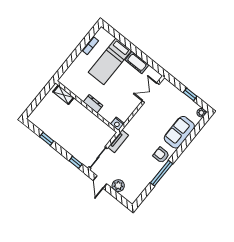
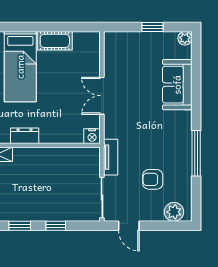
double door: (151, 93) -> (102, 96), moved
dresser: (93, 104) -> (25, 136), moved
armchair: (161, 155) -> (153, 179), moved
window: (76, 162) -> (56, 226), moved
plant: (118, 186) -> (174, 212), moved

